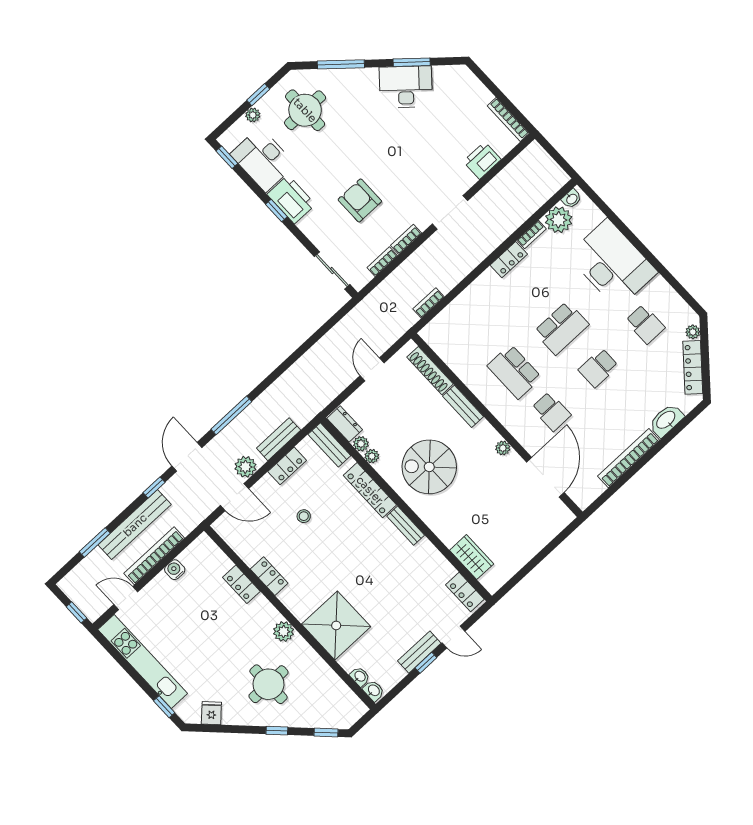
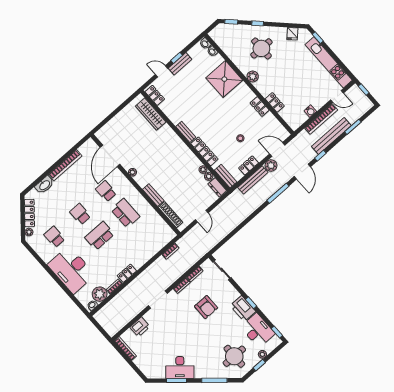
school desk: (598, 368) -> (80, 214), turned -90
bench: (279, 439) -> (253, 180), width x1.36
spiral stairs: (429, 467) -> (172, 163), removed
wardrobe: (472, 557) -> (151, 114), width x1.50

